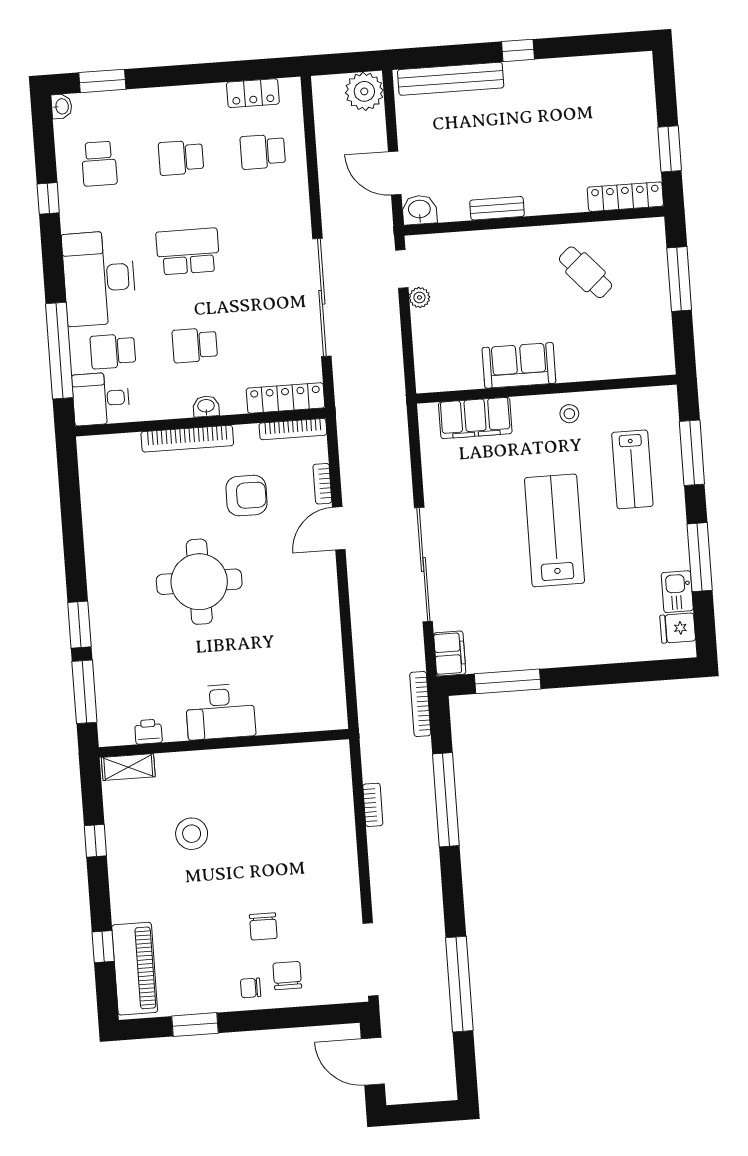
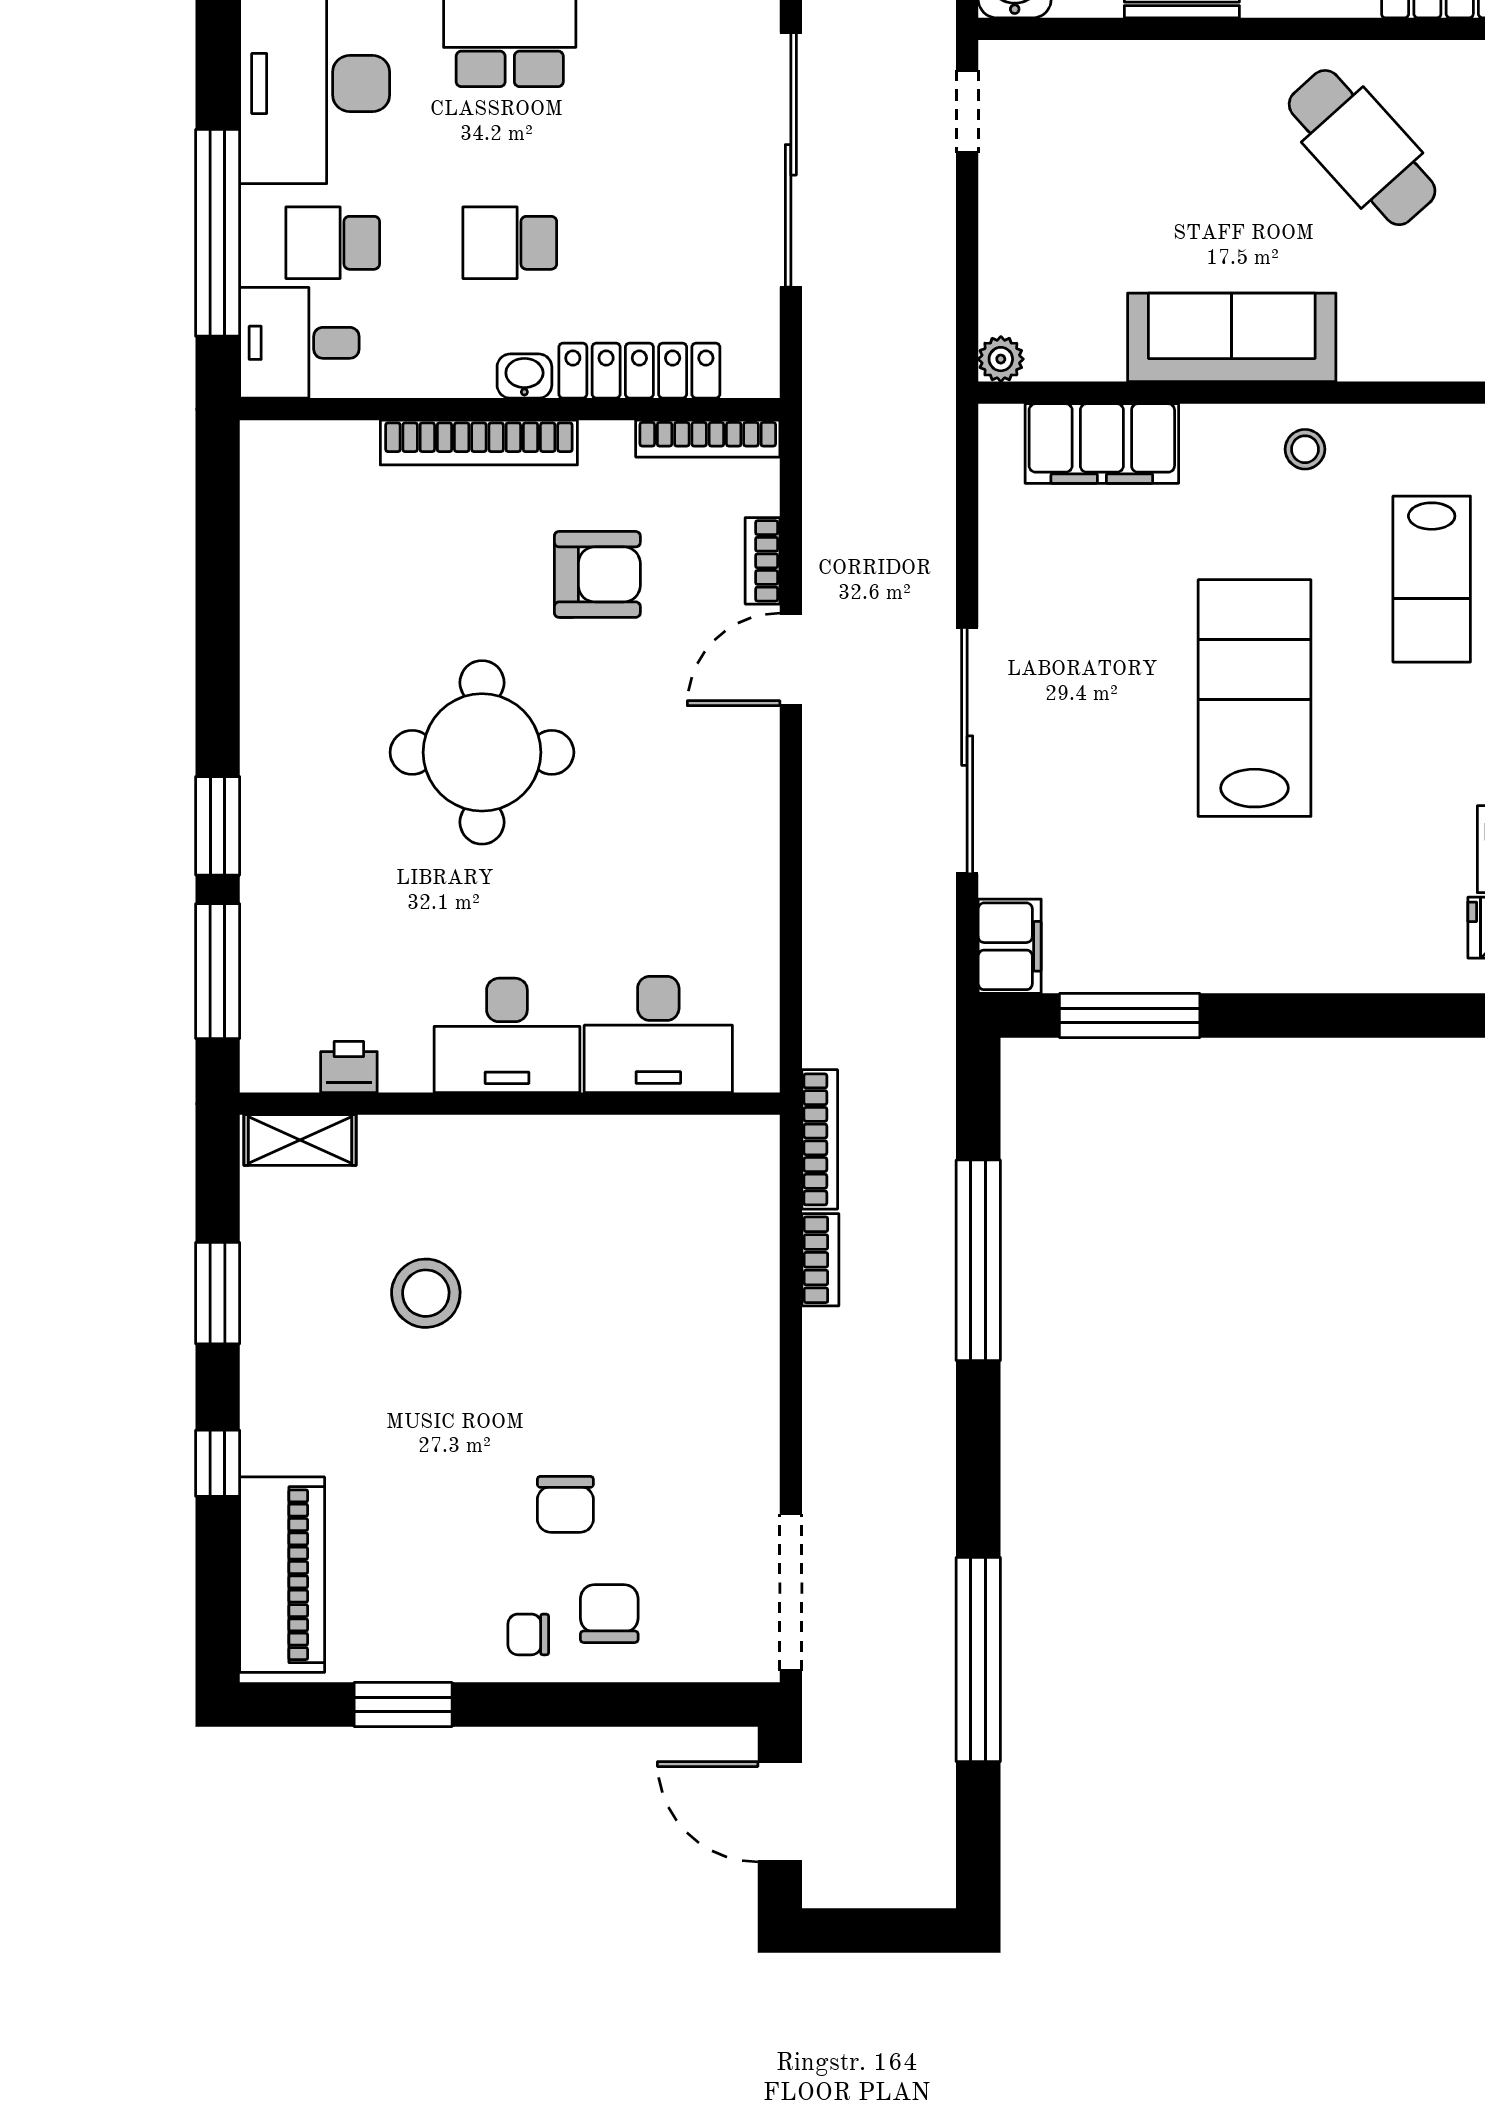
cafe table: (586, 272) -> (1362, 148), width x1.37, depth x1.35
plant: (419, 297) -> (1001, 359), moved
sofa: (519, 365) -> (1232, 337), width x1.36
locker: (285, 398) -> (639, 371), moved
bookcase: (420, 704) -> (820, 1139), moved, turned 180
desk: (290, 706) -> (658, 1034), added
window: (95, 841) -> (218, 1293), width x1.50
window: (103, 947) -> (218, 1463), moved

